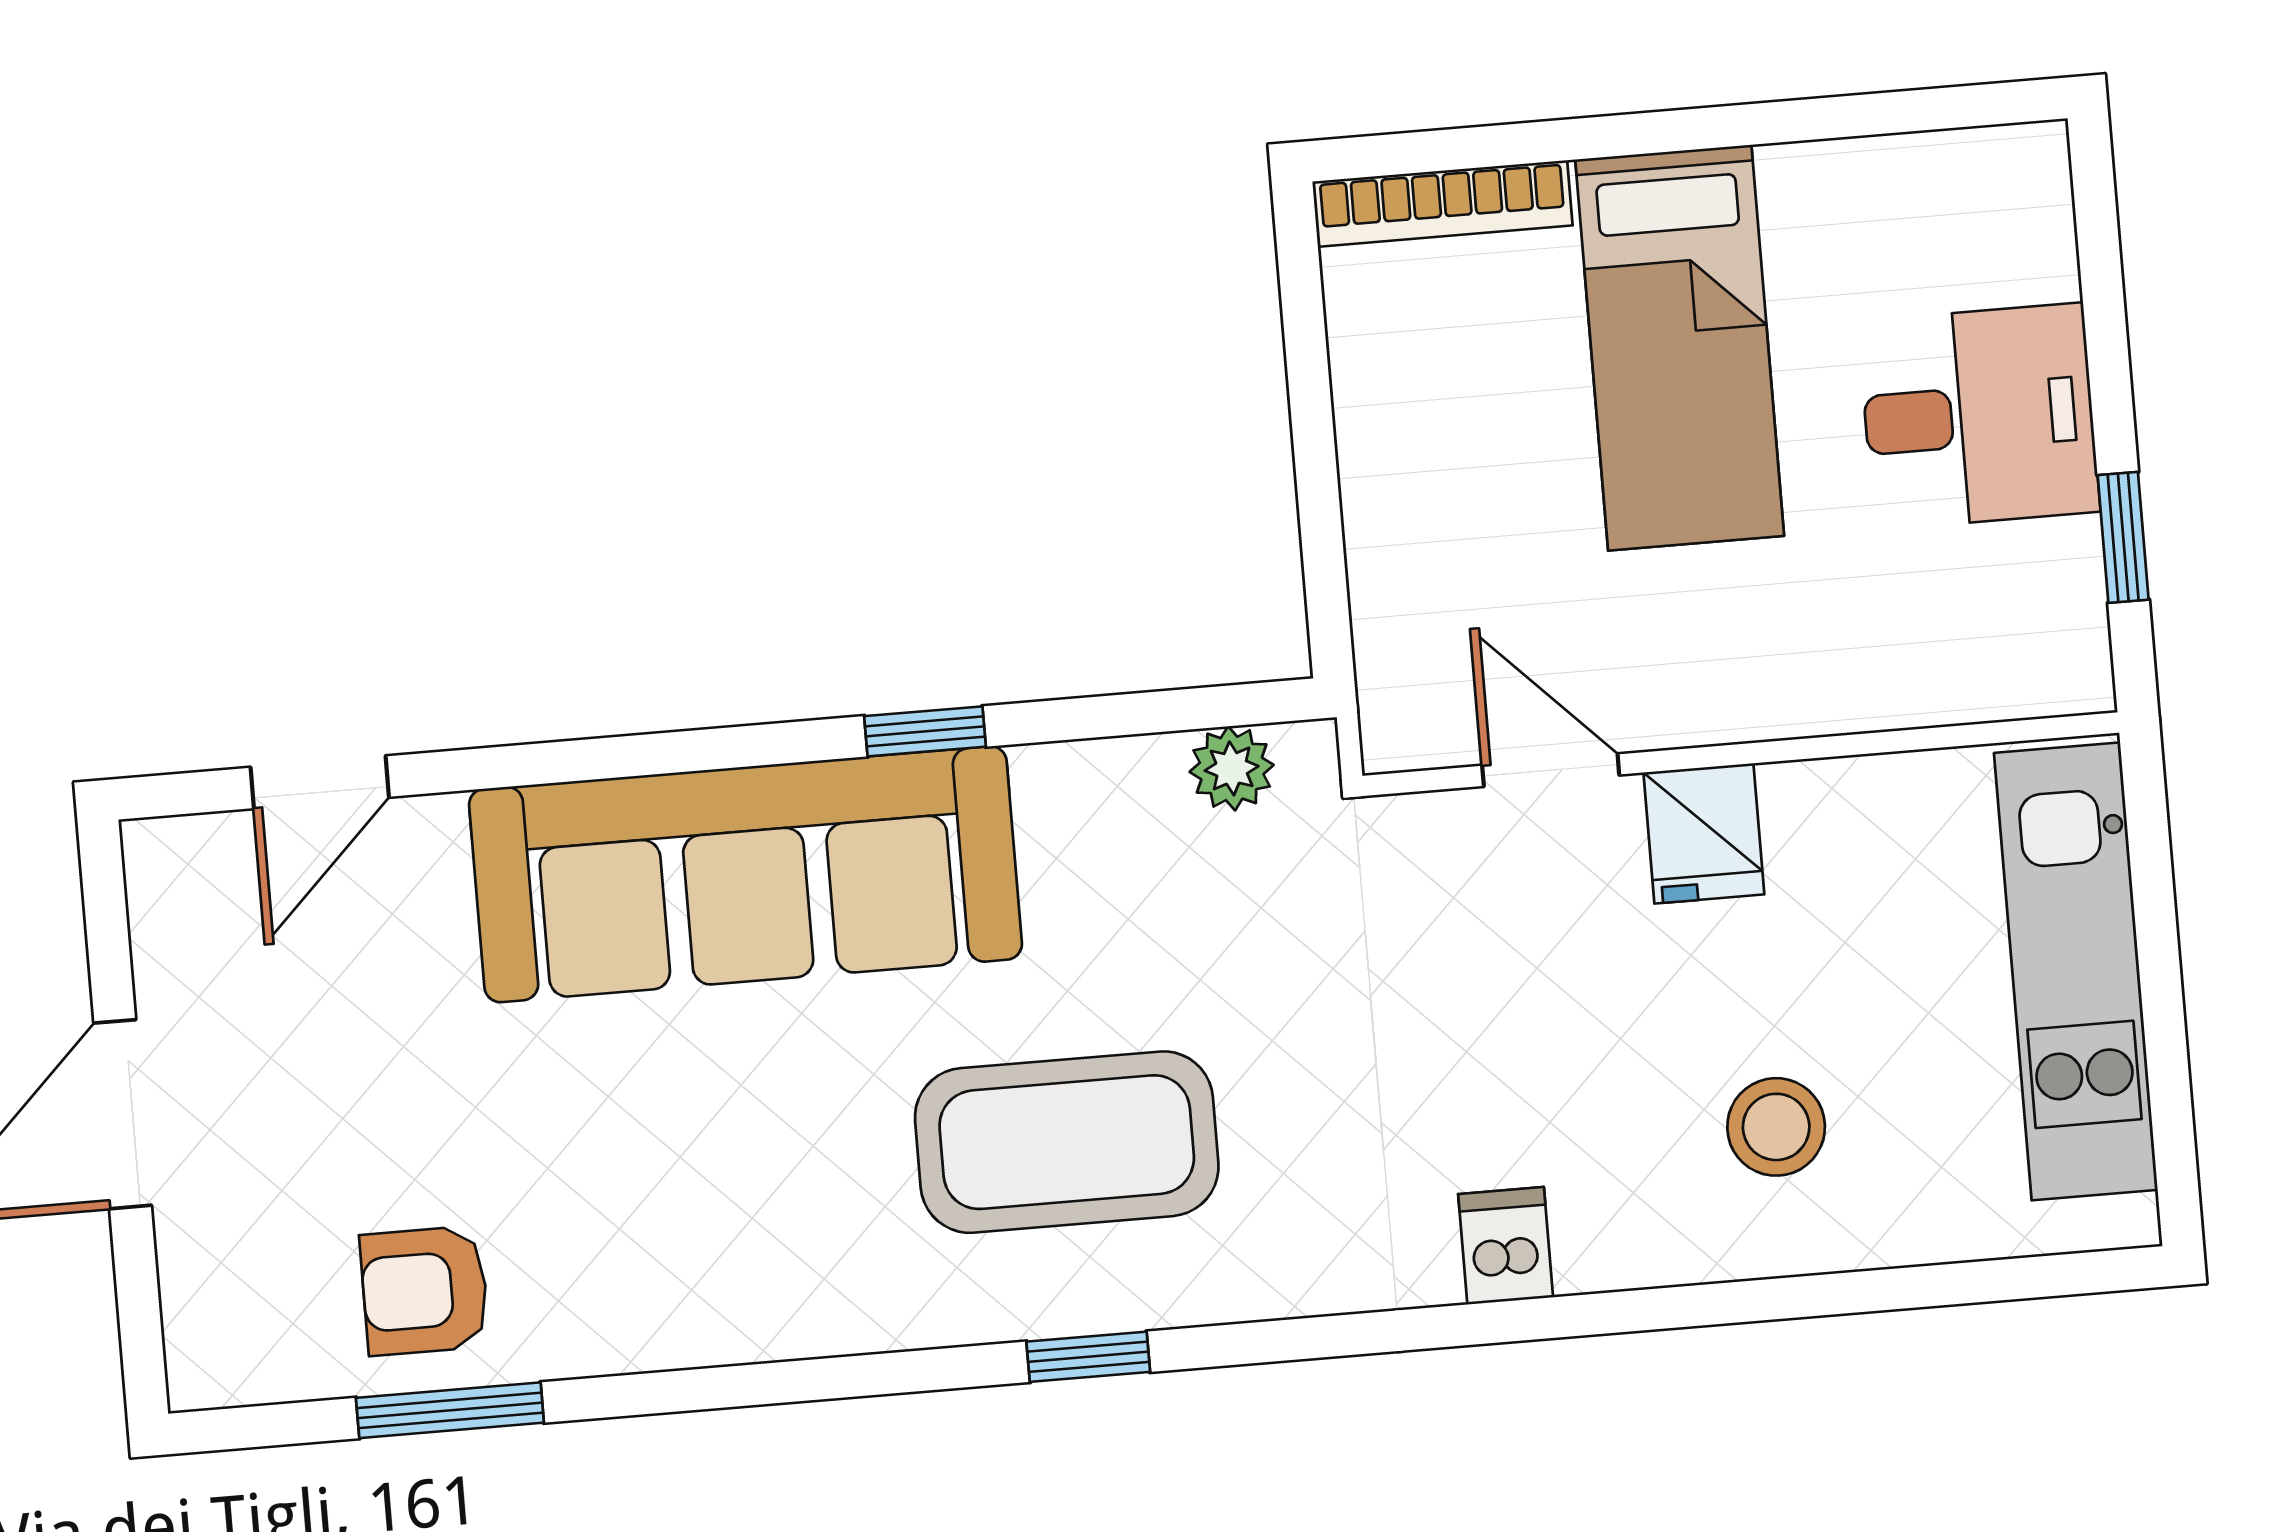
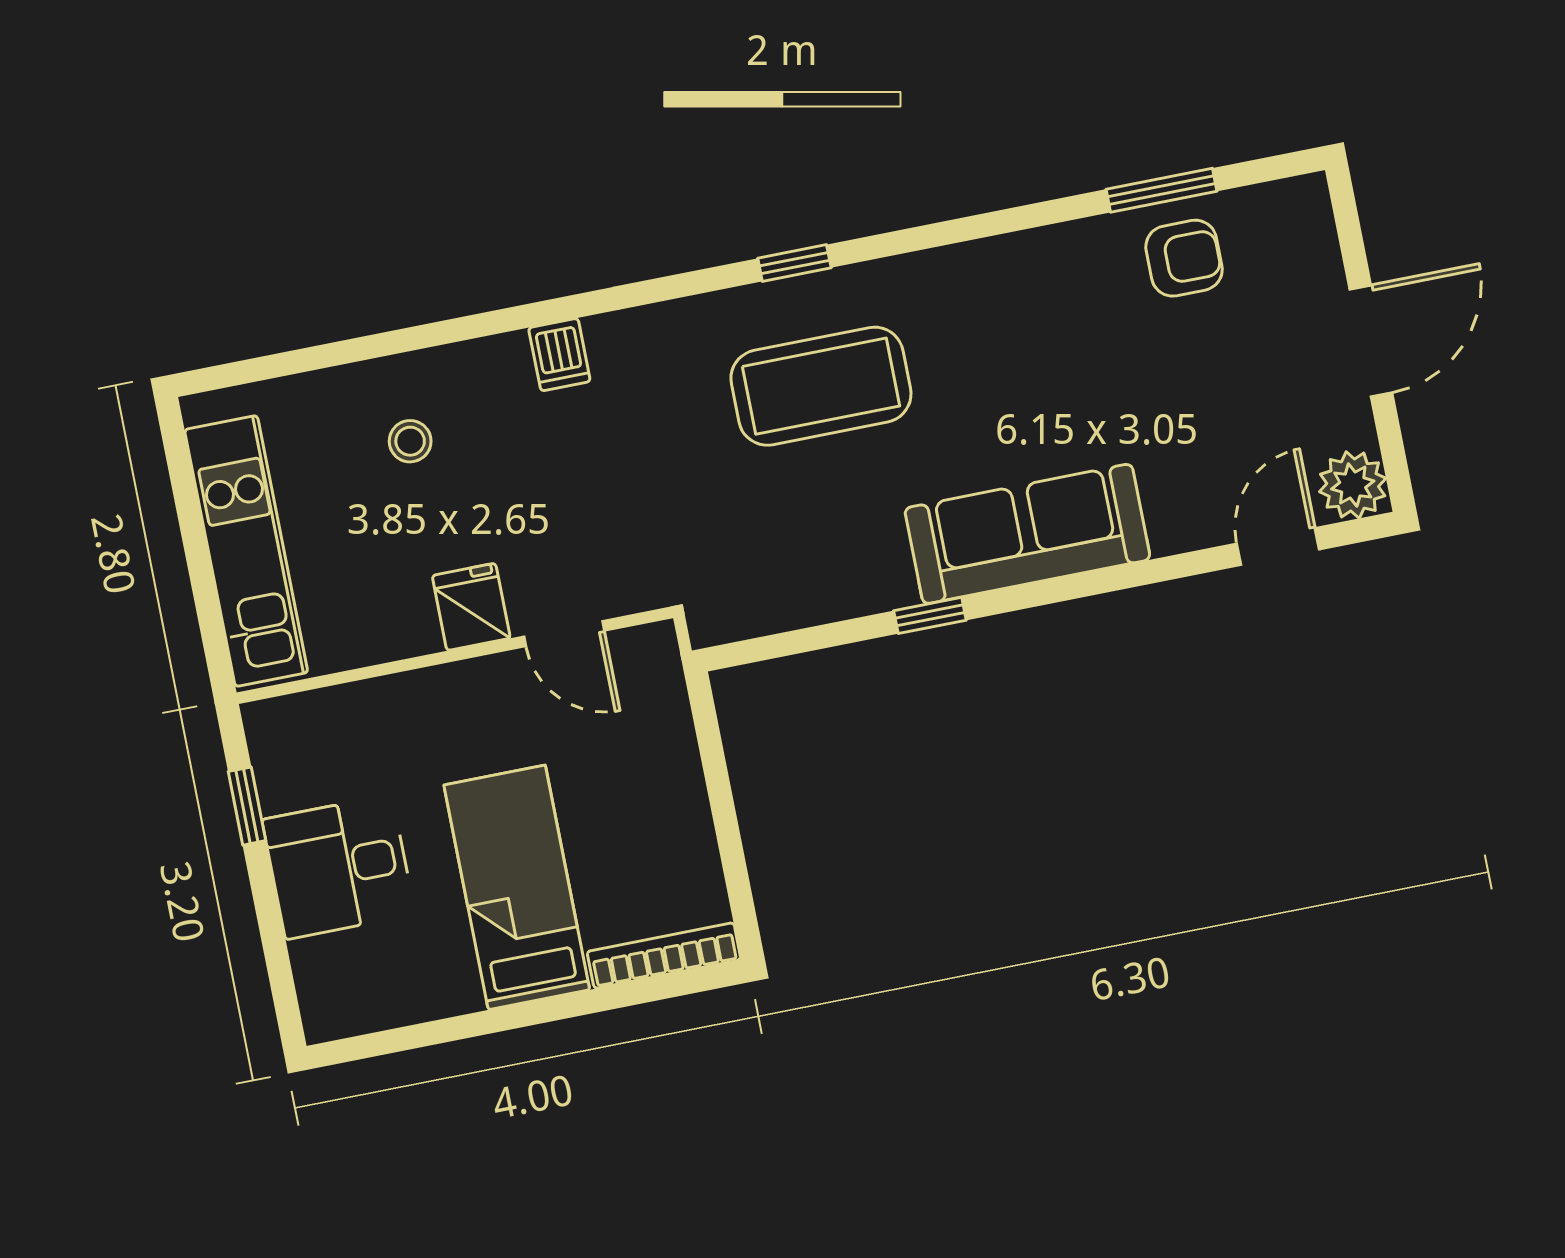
plant: (1232, 768) -> (1353, 485), moved, width x1.38, depth x1.38
sofa: (746, 874) -> (1027, 534), width x0.74, depth x0.79
stool: (1776, 1127) -> (410, 441), width x0.73, depth x0.73

